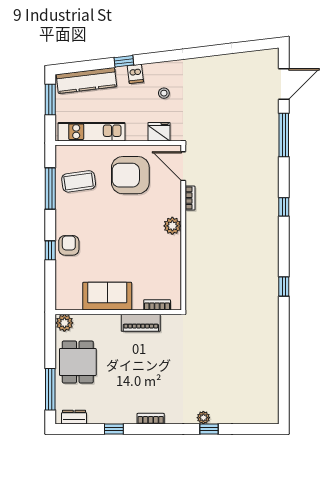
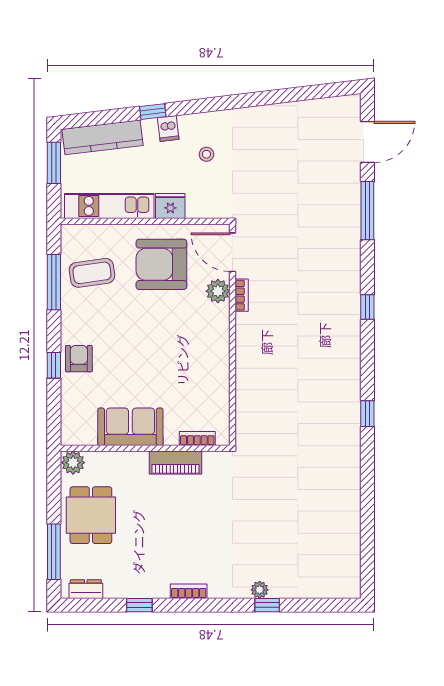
fridge: (159, 132) -> (170, 206), moved
plant: (172, 226) -> (218, 291), moved

